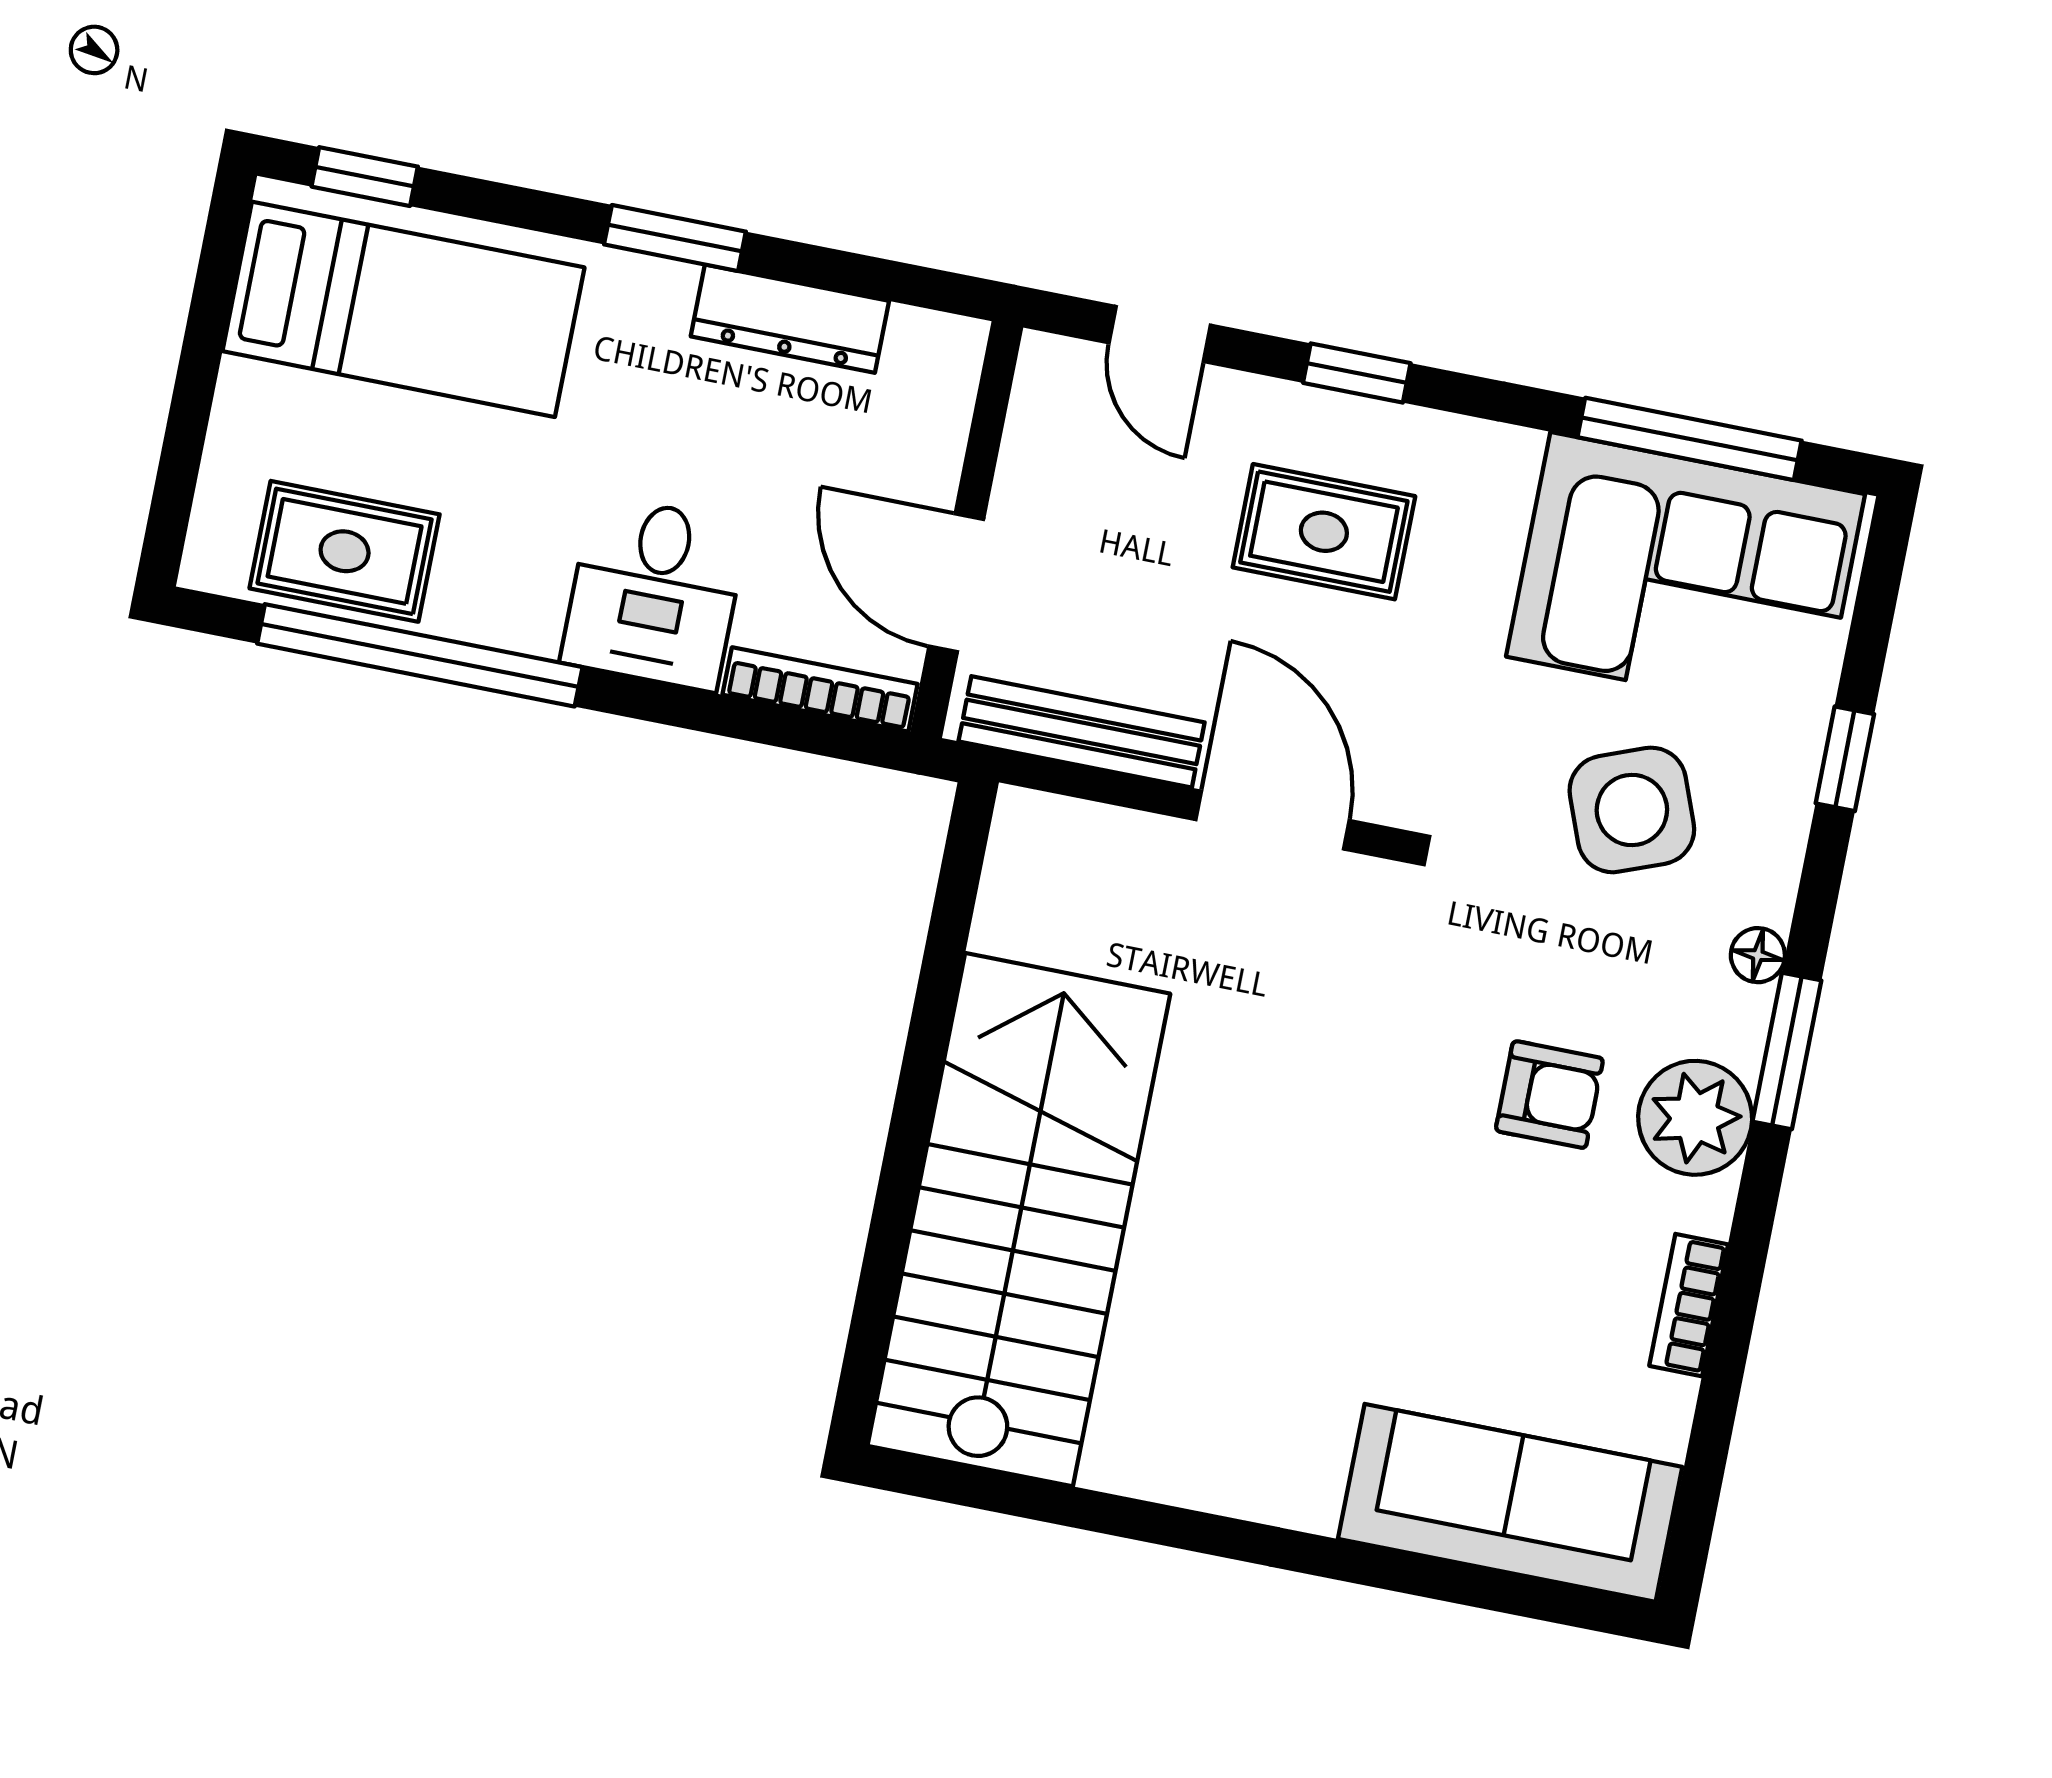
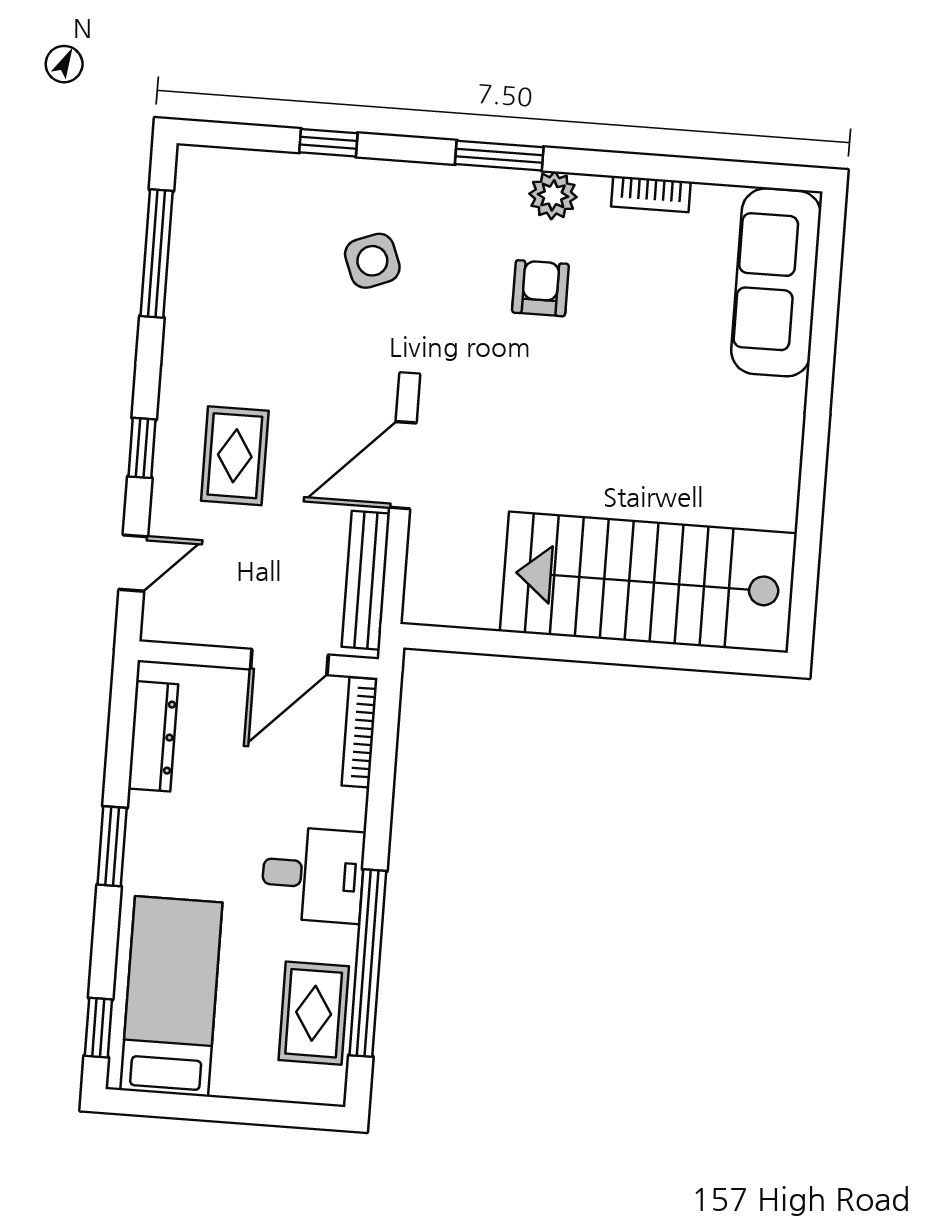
dresser: (790, 319) -> (153, 736), moved
corner sofa: (1686, 575) -> (235, 246), removed
desk: (654, 593) -> (313, 875), moved
side table: (1632, 810) -> (372, 261), width x0.73, depth x0.73
floor lamp: (1758, 955) -> (446, 179), removed
plant: (1695, 1118) -> (553, 195), width x0.73, depth x0.73

